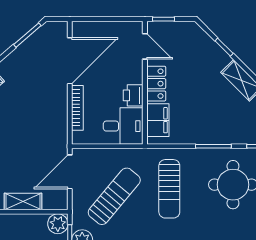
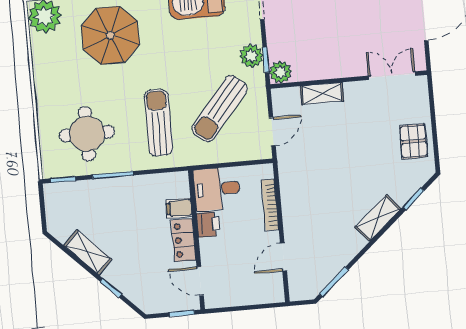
door: (70, 61) -> (283, 257), width x0.53
filing cabinet: (158, 120) -> (179, 208), width x0.50
door: (70, 172) -> (272, 132), width x0.73

